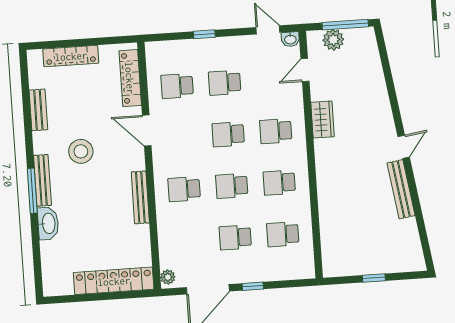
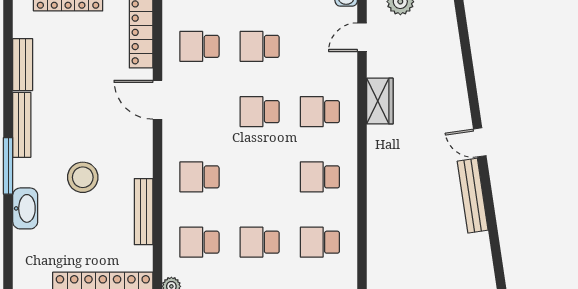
door: (404, 147) -> (480, 142), swing flipped
stool: (81, 151) -> (83, 177), moved
bench: (42, 180) -> (22, 125), moved
school desk: (232, 186) -> (199, 242), moved
bench: (140, 197) -> (144, 212), moved

